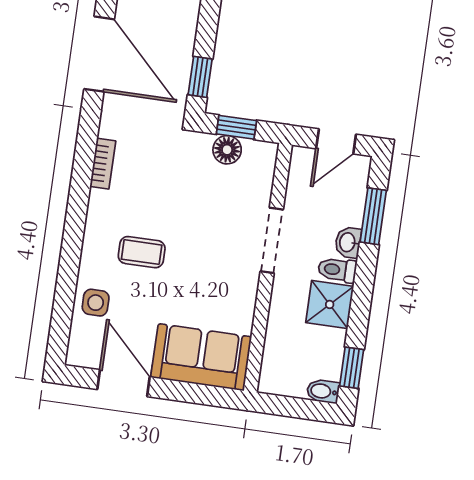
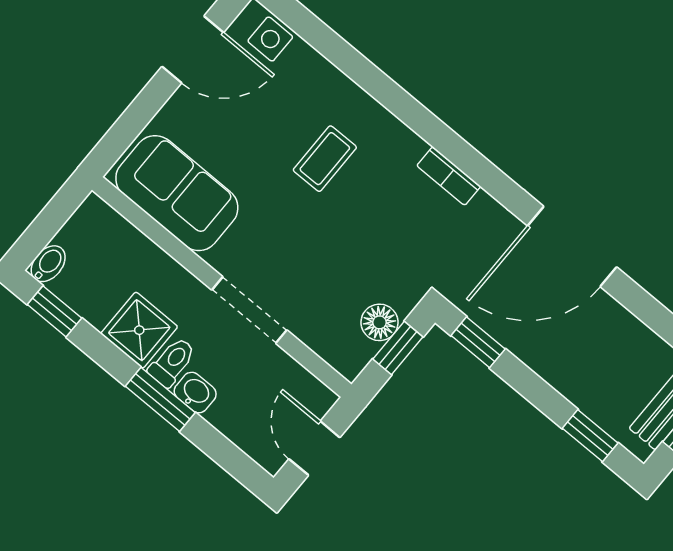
window: (373, 216) -> (160, 399), moved
side table: (96, 303) -> (270, 39), moved
sofa: (201, 357) -> (177, 193), moved, turned -90

